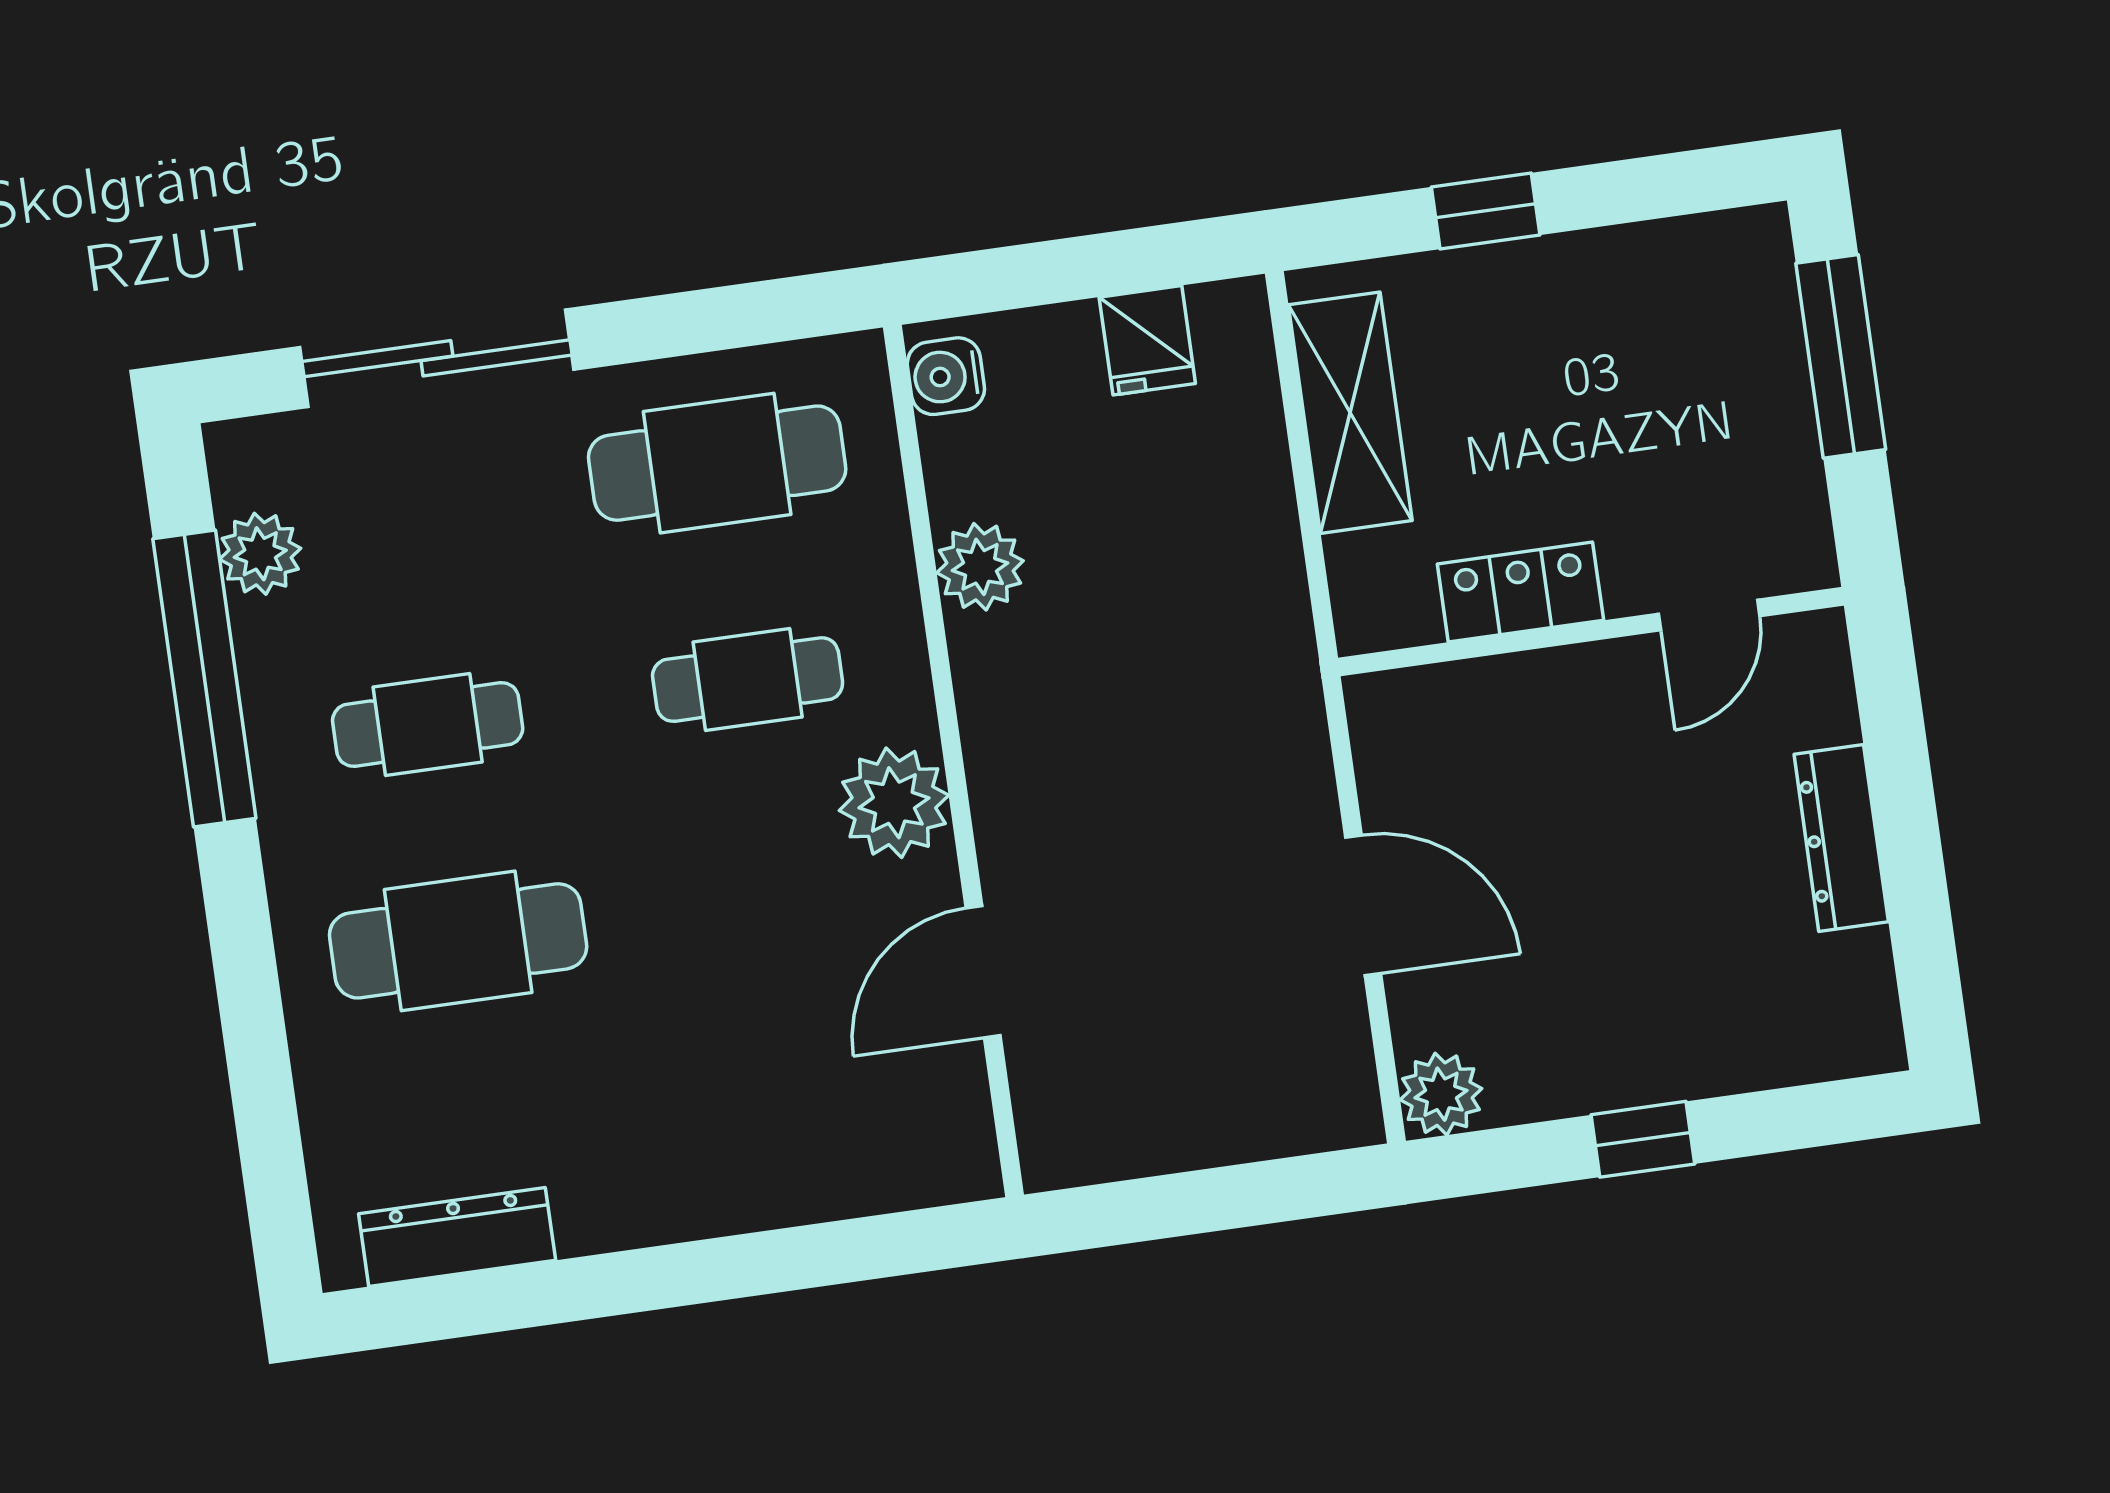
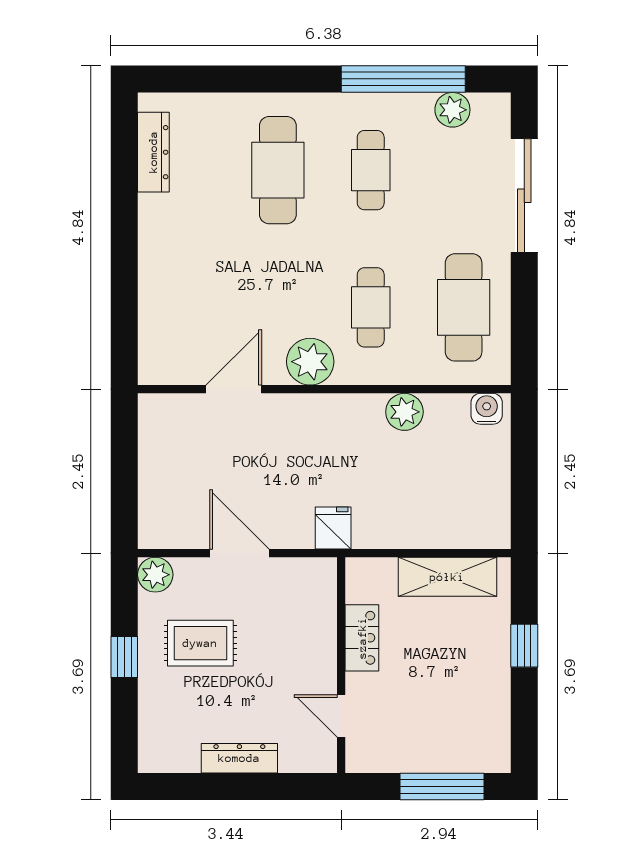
fridge: (1147, 340) -> (333, 528), moved, turned 90
door: (1363, 905) -> (239, 553), swing flipped
rug: (1586, 967) -> (200, 643), added
door: (983, 972) -> (234, 389), hinge flipped

